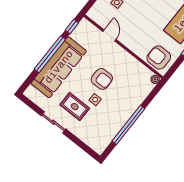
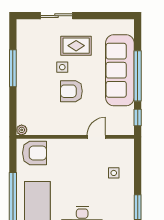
door: (109, 36) -> (96, 137), swing flipped
sliding door: (53, 122) -> (56, 16), moved
window: (128, 125) -> (13, 68), width x0.68

